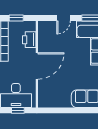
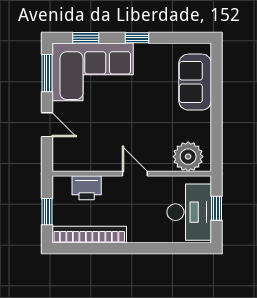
door: (37, 66) -> (135, 174), width x0.53
plant: (46, 95) -> (188, 157), added

